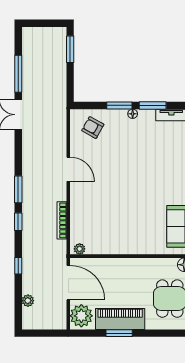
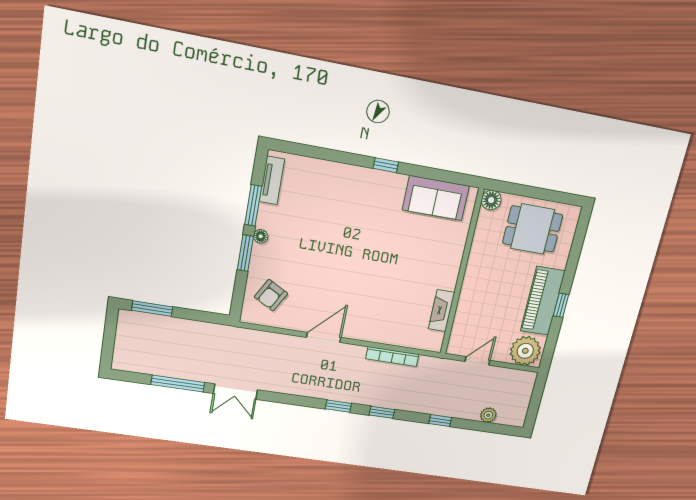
window: (18, 189) -> (338, 406), width x0.67
fireplace: (101, 248) -> (441, 311), added
plant: (80, 249) -> (436, 339), removed
door: (68, 283) -> (477, 361), width x0.53
window: (119, 333) -> (561, 305), width x0.67

